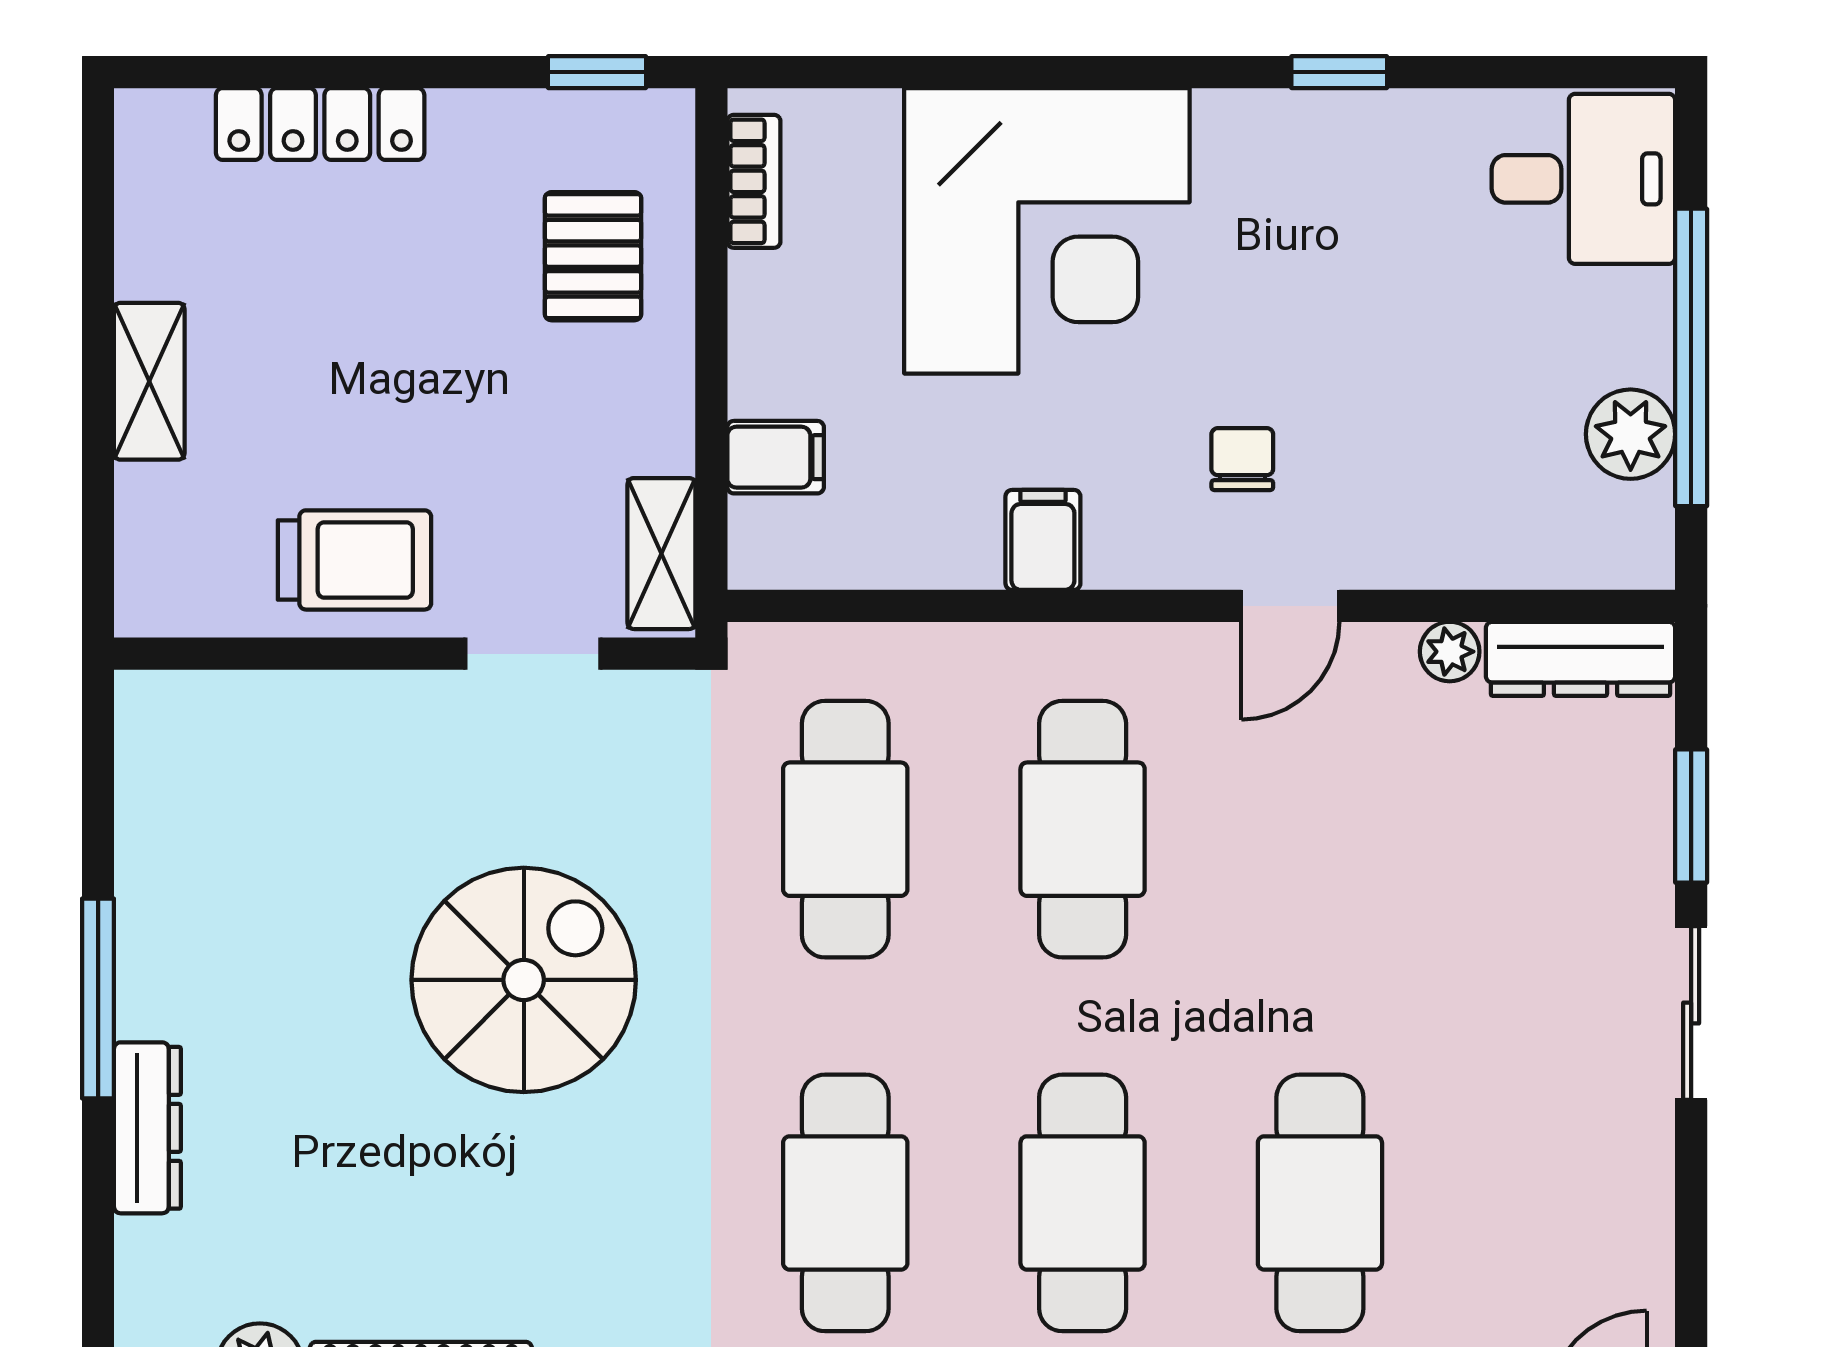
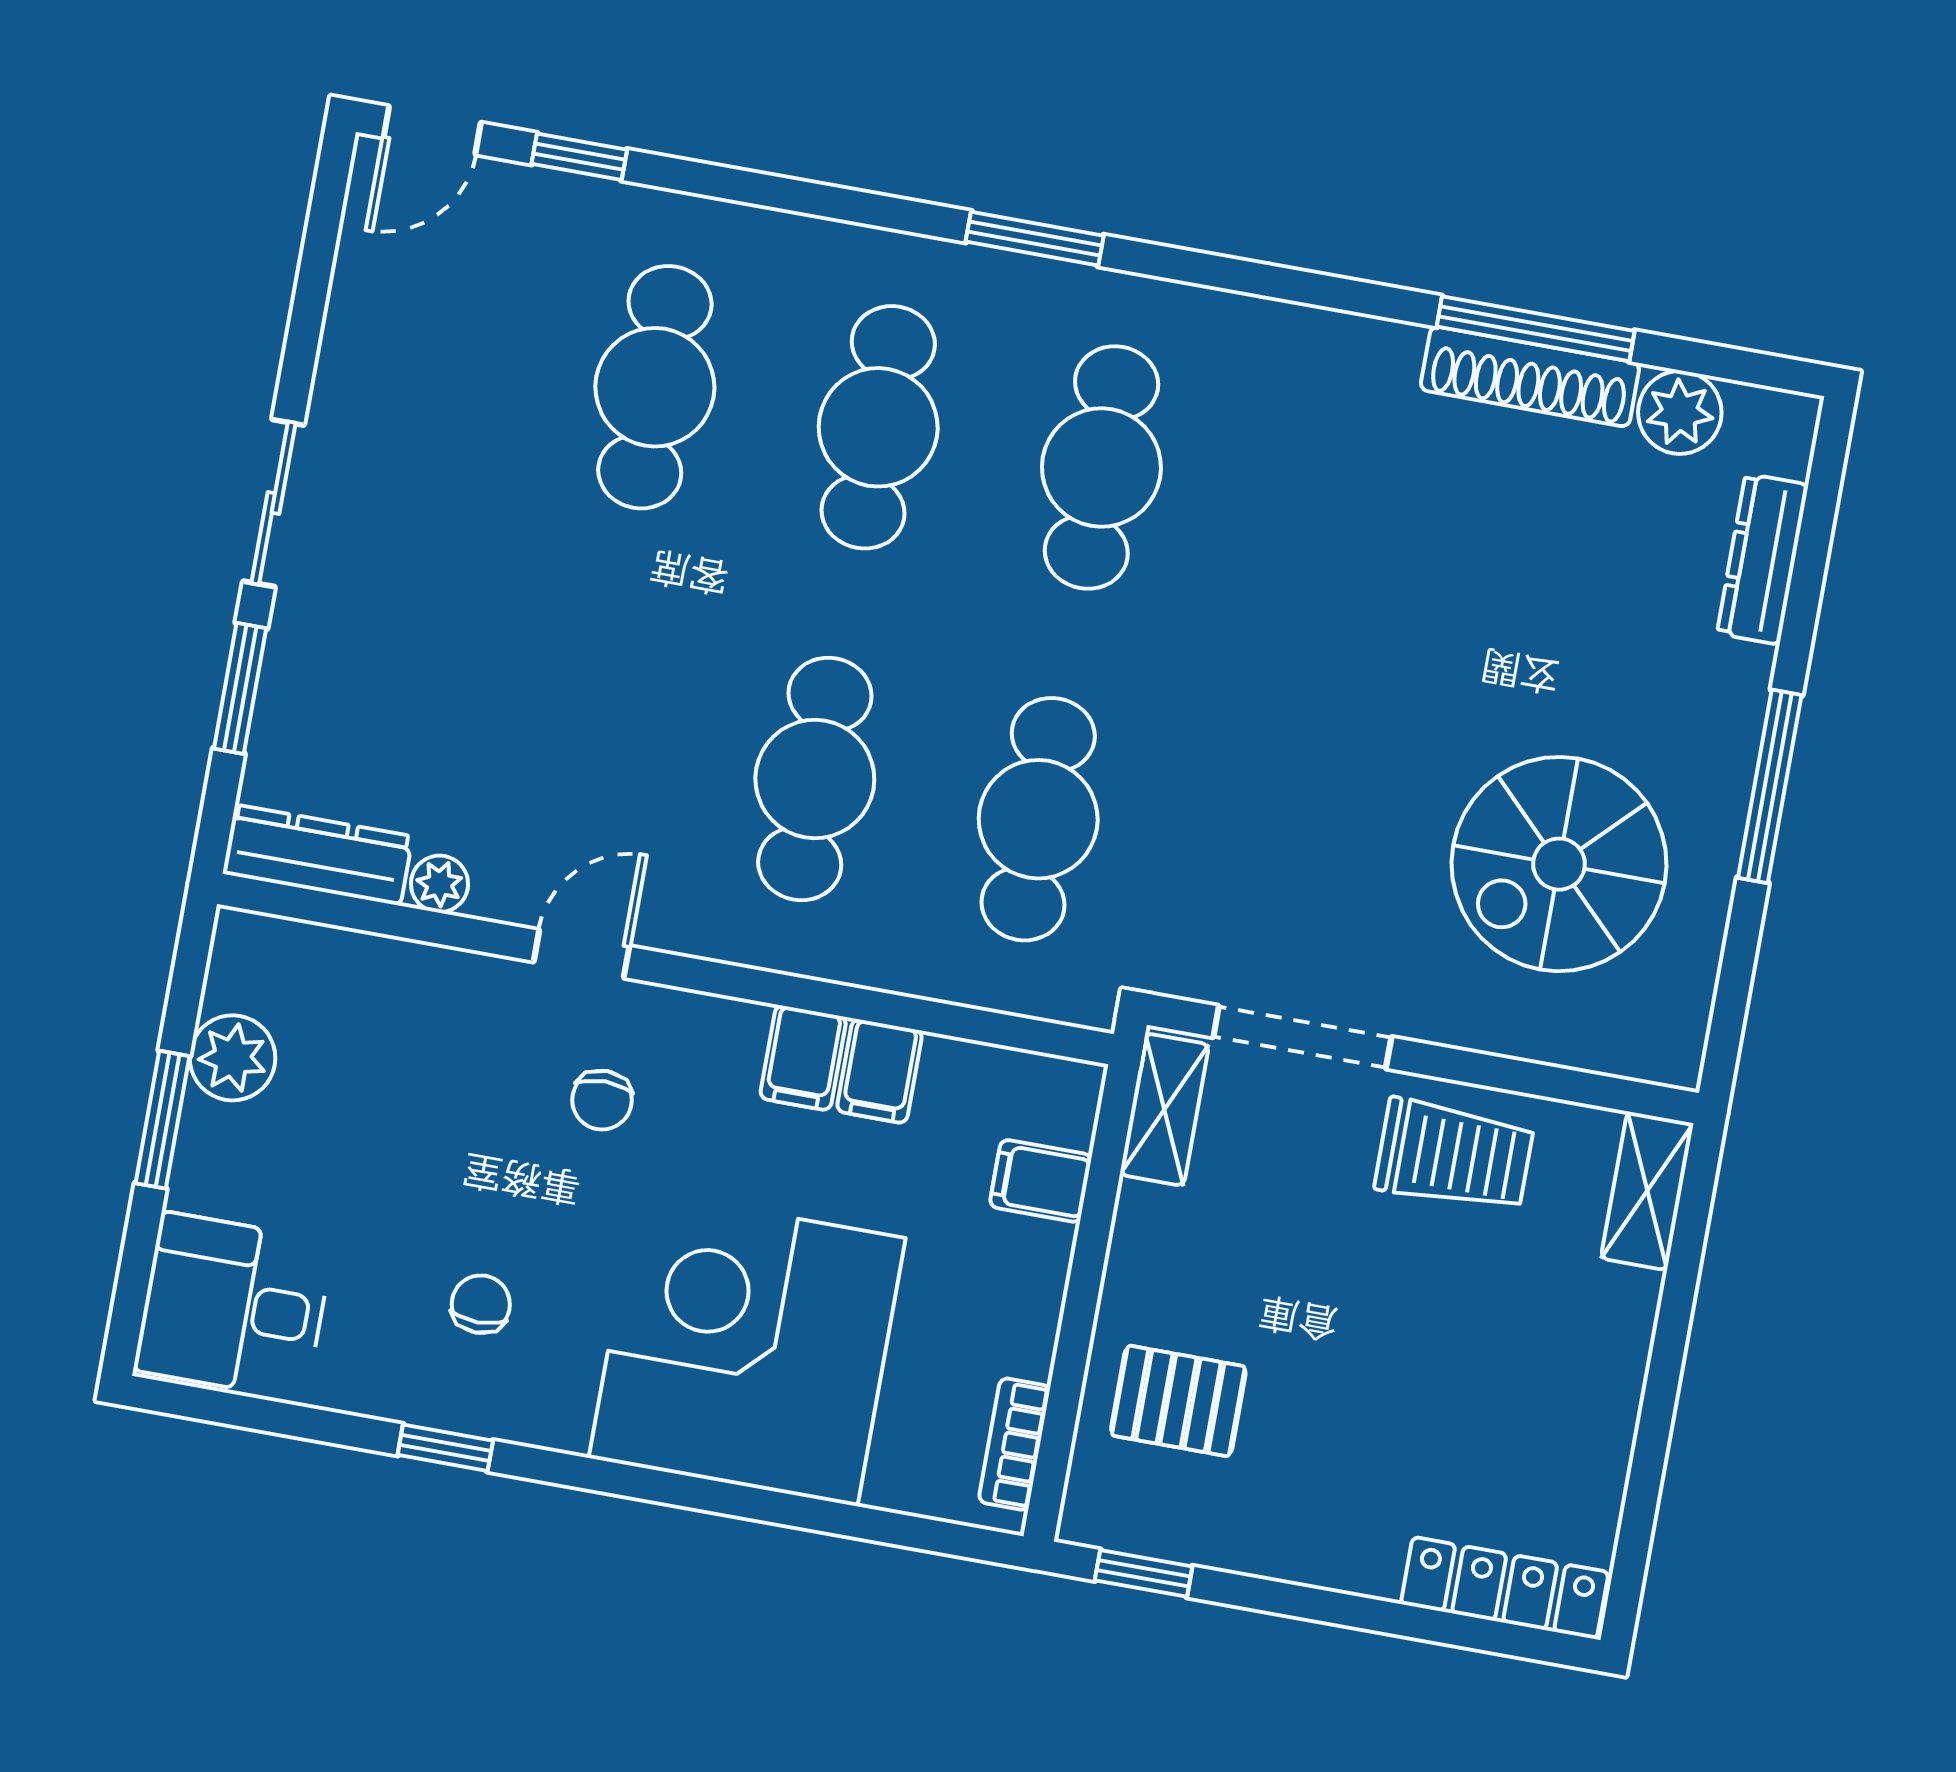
locker: (320, 124) -> (1505, 1588), moved
chair: (1329, 226) -> (481, 1304), added
pallet: (593, 256) -> (1178, 1401), turned 90
window: (1691, 357) -> (163, 1120), width x0.47
shelving: (149, 381) -> (1647, 1191), moved
filing cabinet: (962, 540) -> (879, 1071), added
trolley: (355, 560) -> (1454, 1155), turned 180
doorway: (533, 654) -> (1302, 1037), width x1.38
spiral stairs: (524, 980) -> (1559, 864), moved
dresser: (147, 1128) -> (1763, 559), moved

